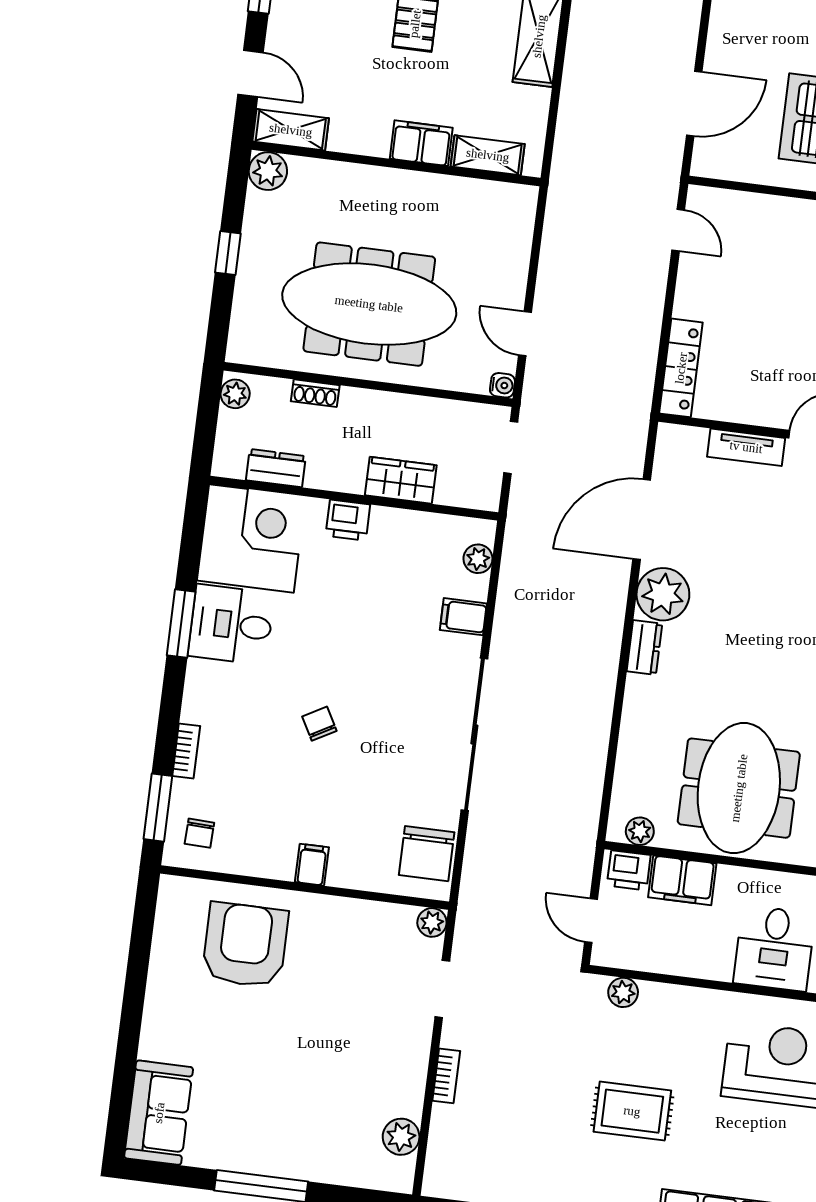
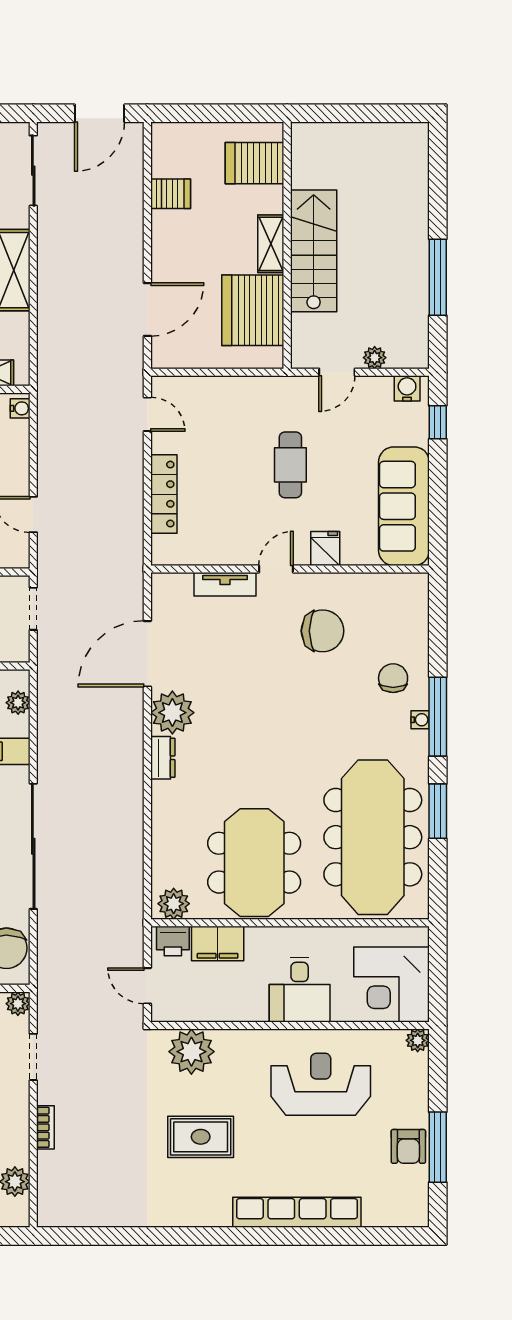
locker: (681, 368) -> (164, 494), moved
water cooler: (502, 385) -> (20, 408), moved
plant: (640, 831) -> (174, 904), width x1.38, depth x1.38
plant: (623, 992) -> (191, 1052), width x1.88, depth x1.88

